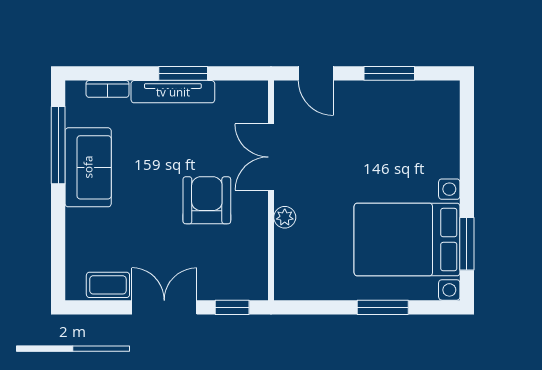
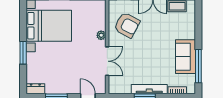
dresser: (438, 92) -> (35, 89), added
armchair: (207, 200) -> (127, 25), moved, turned -62
window: (467, 244) -> (23, 53), moved

